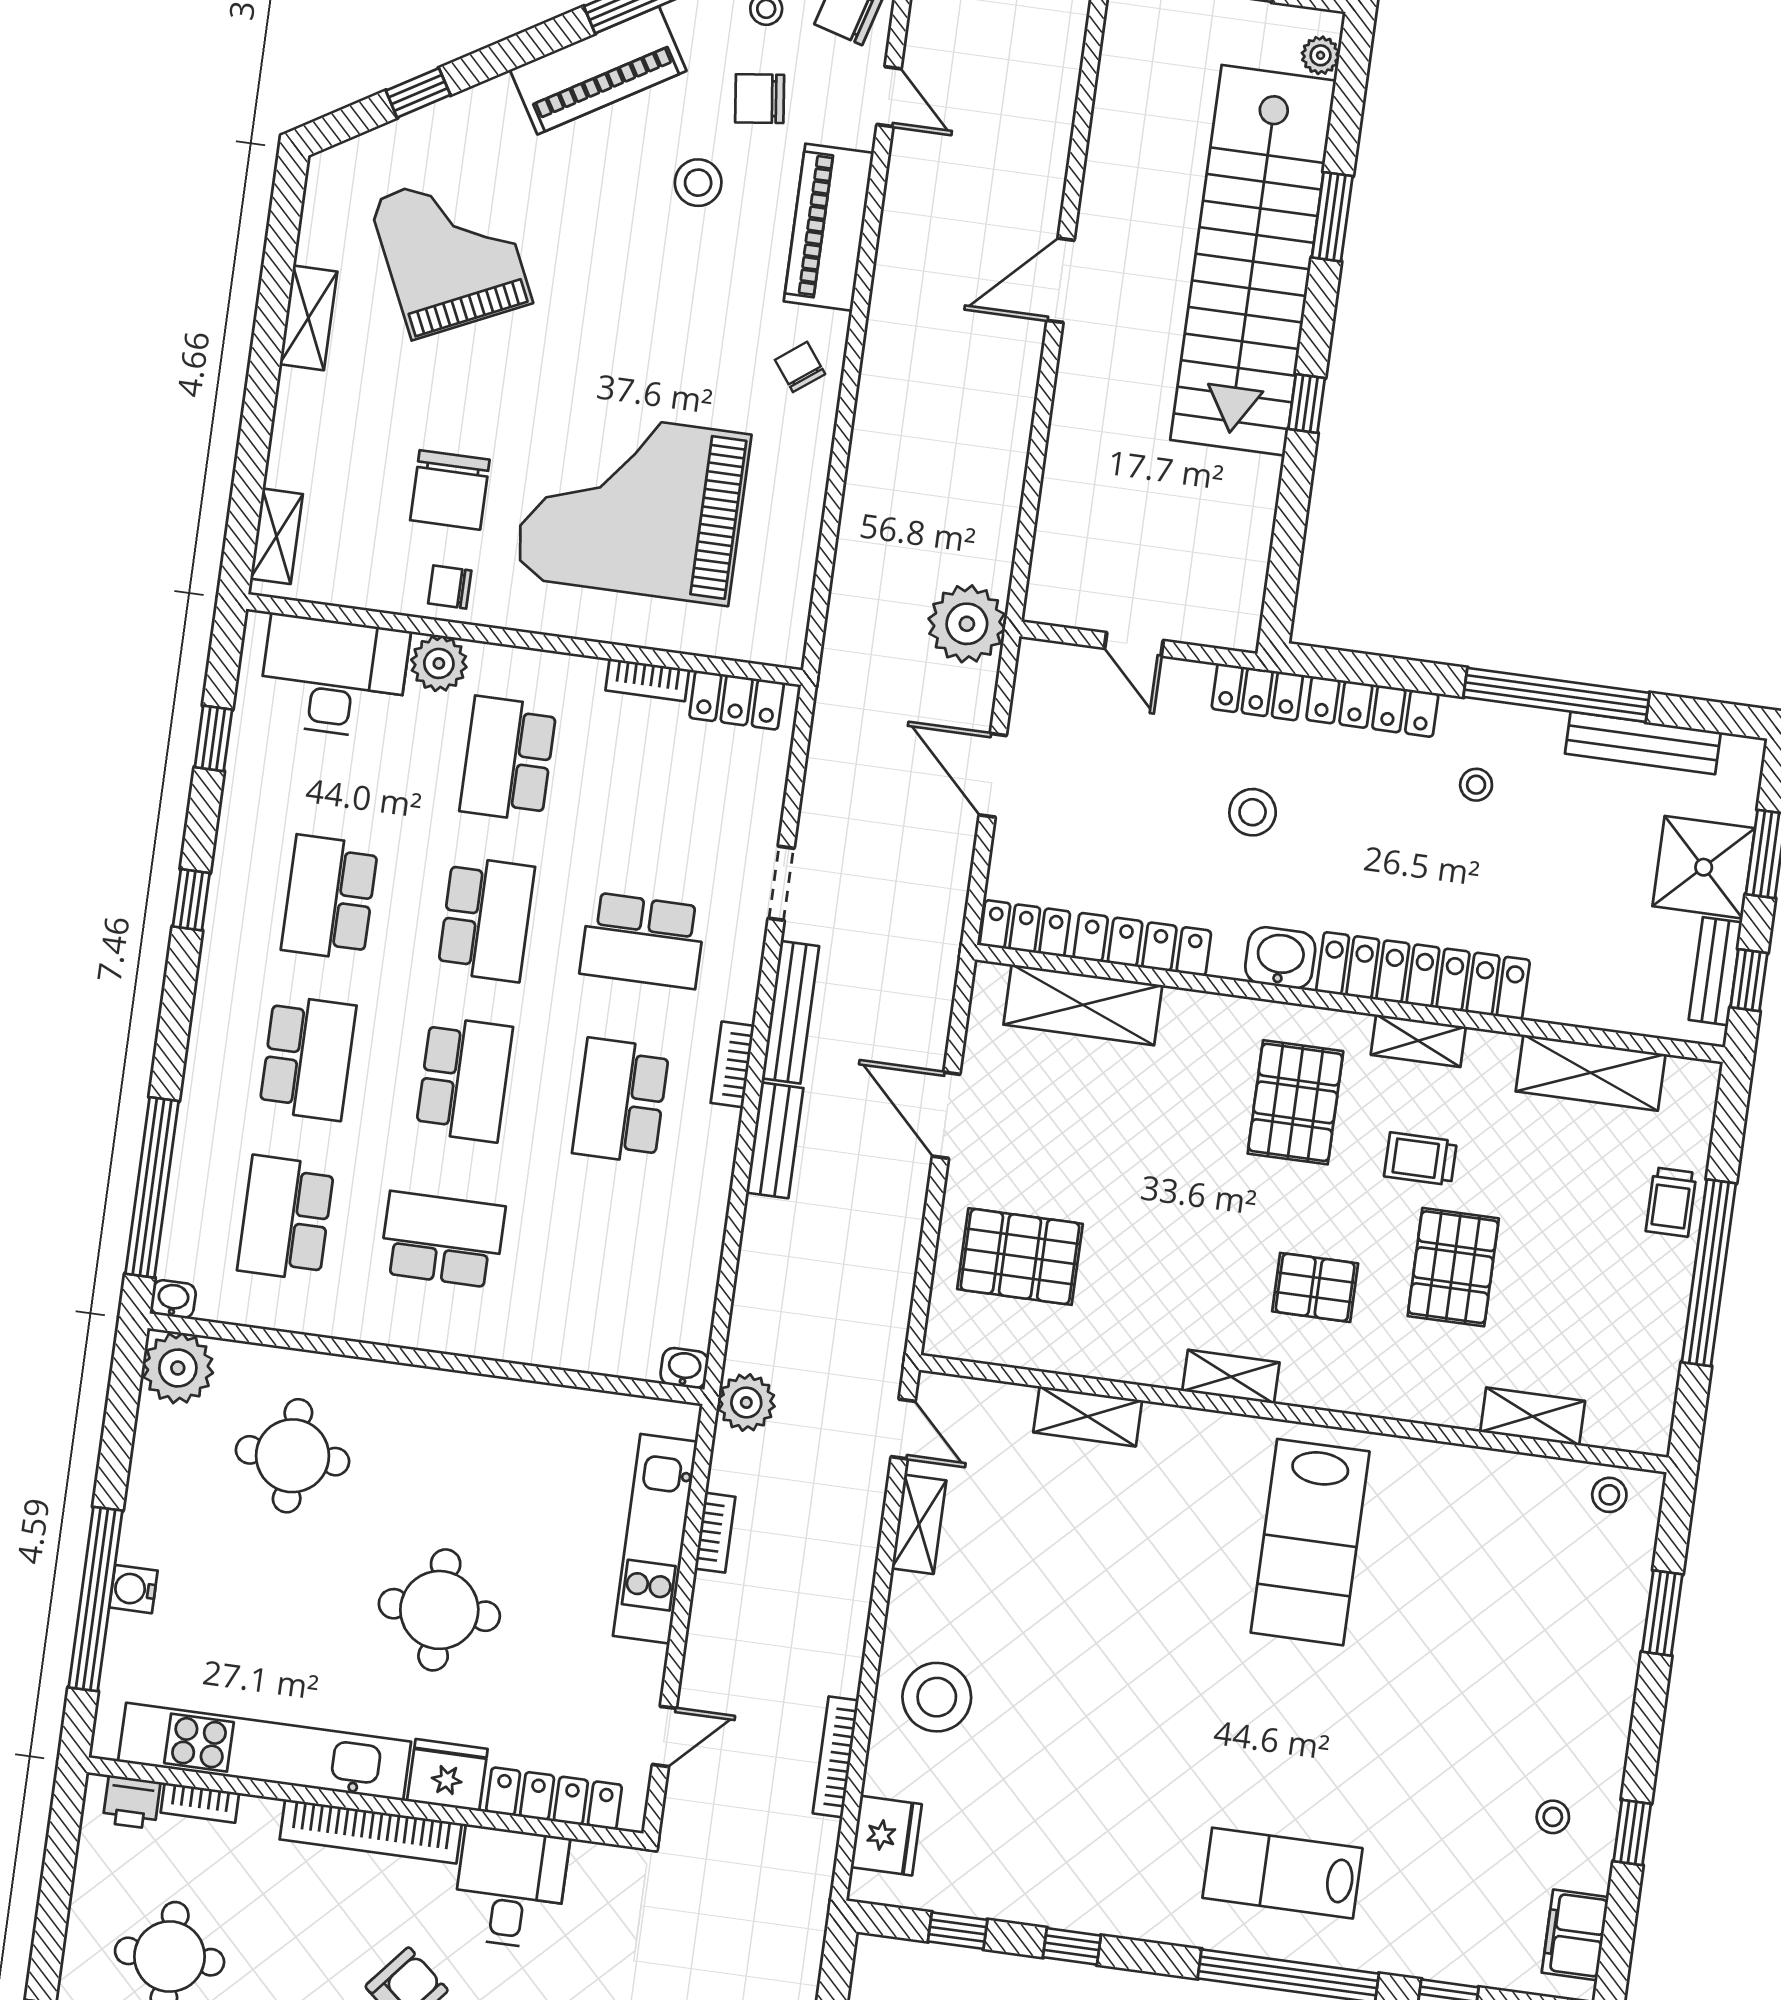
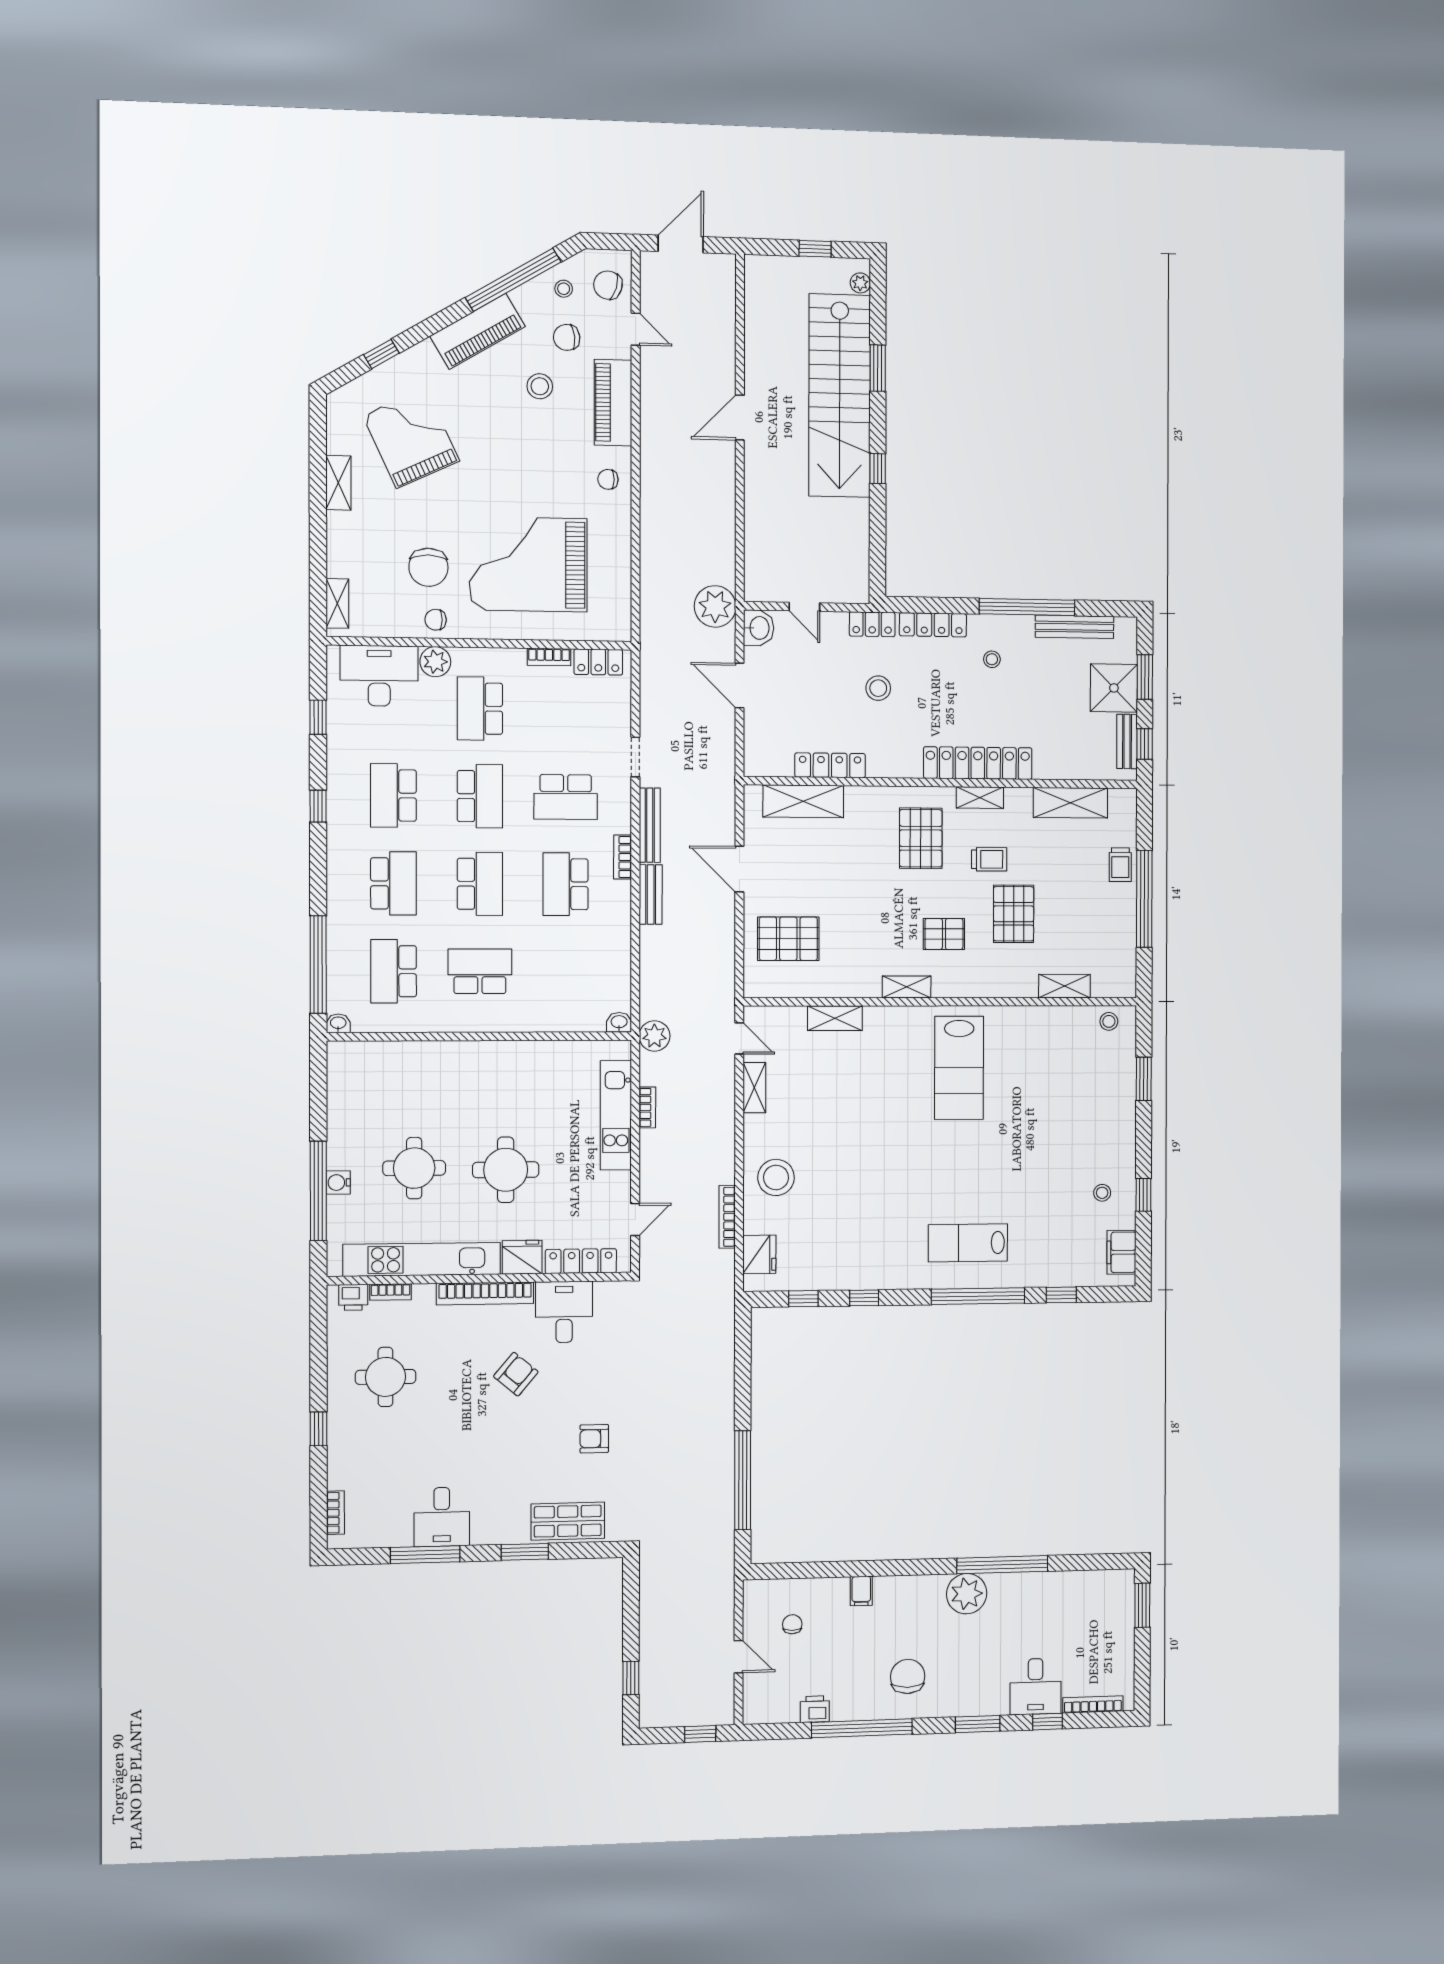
chair: (800, 367) -> (608, 479), turned -53
locker: (1025, 928) -> (767, 765), removed
washbasin: (1280, 958) -> (759, 628), moved, turned 90
trolley: (1420, 1159) -> (989, 859), turned 180
plant: (178, 1368) -> (346, 1060), removed
round table: (292, 1456) -> (414, 1168), moved

